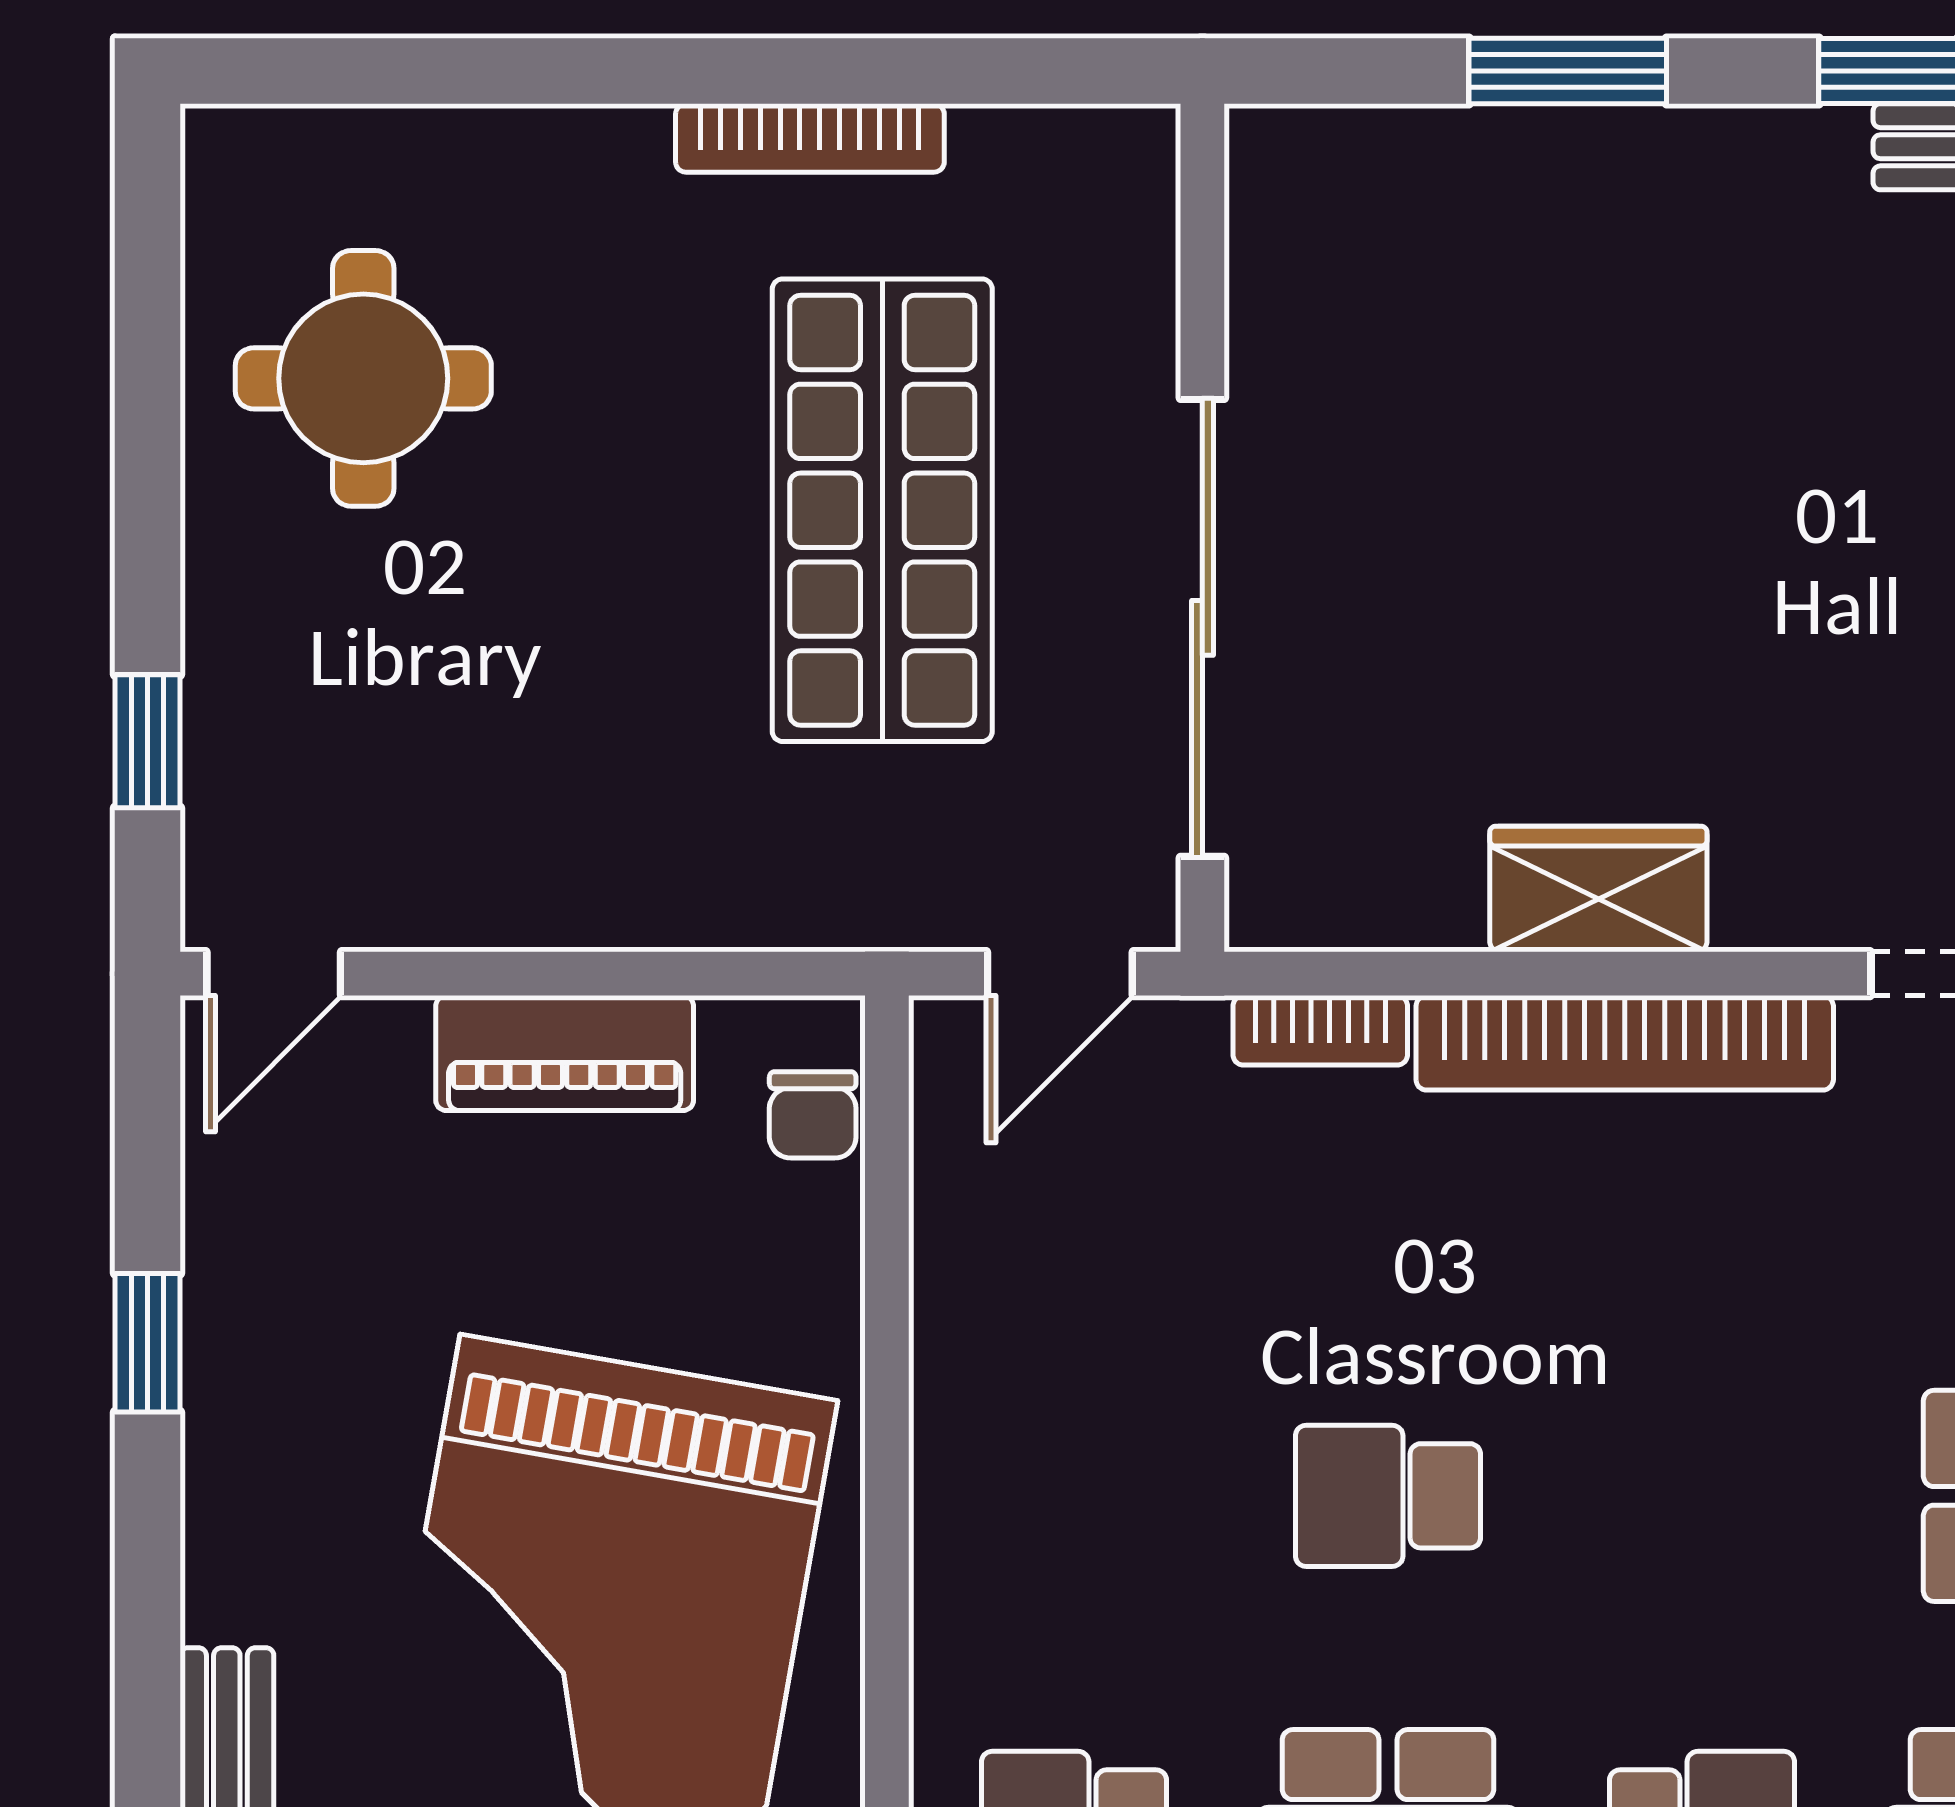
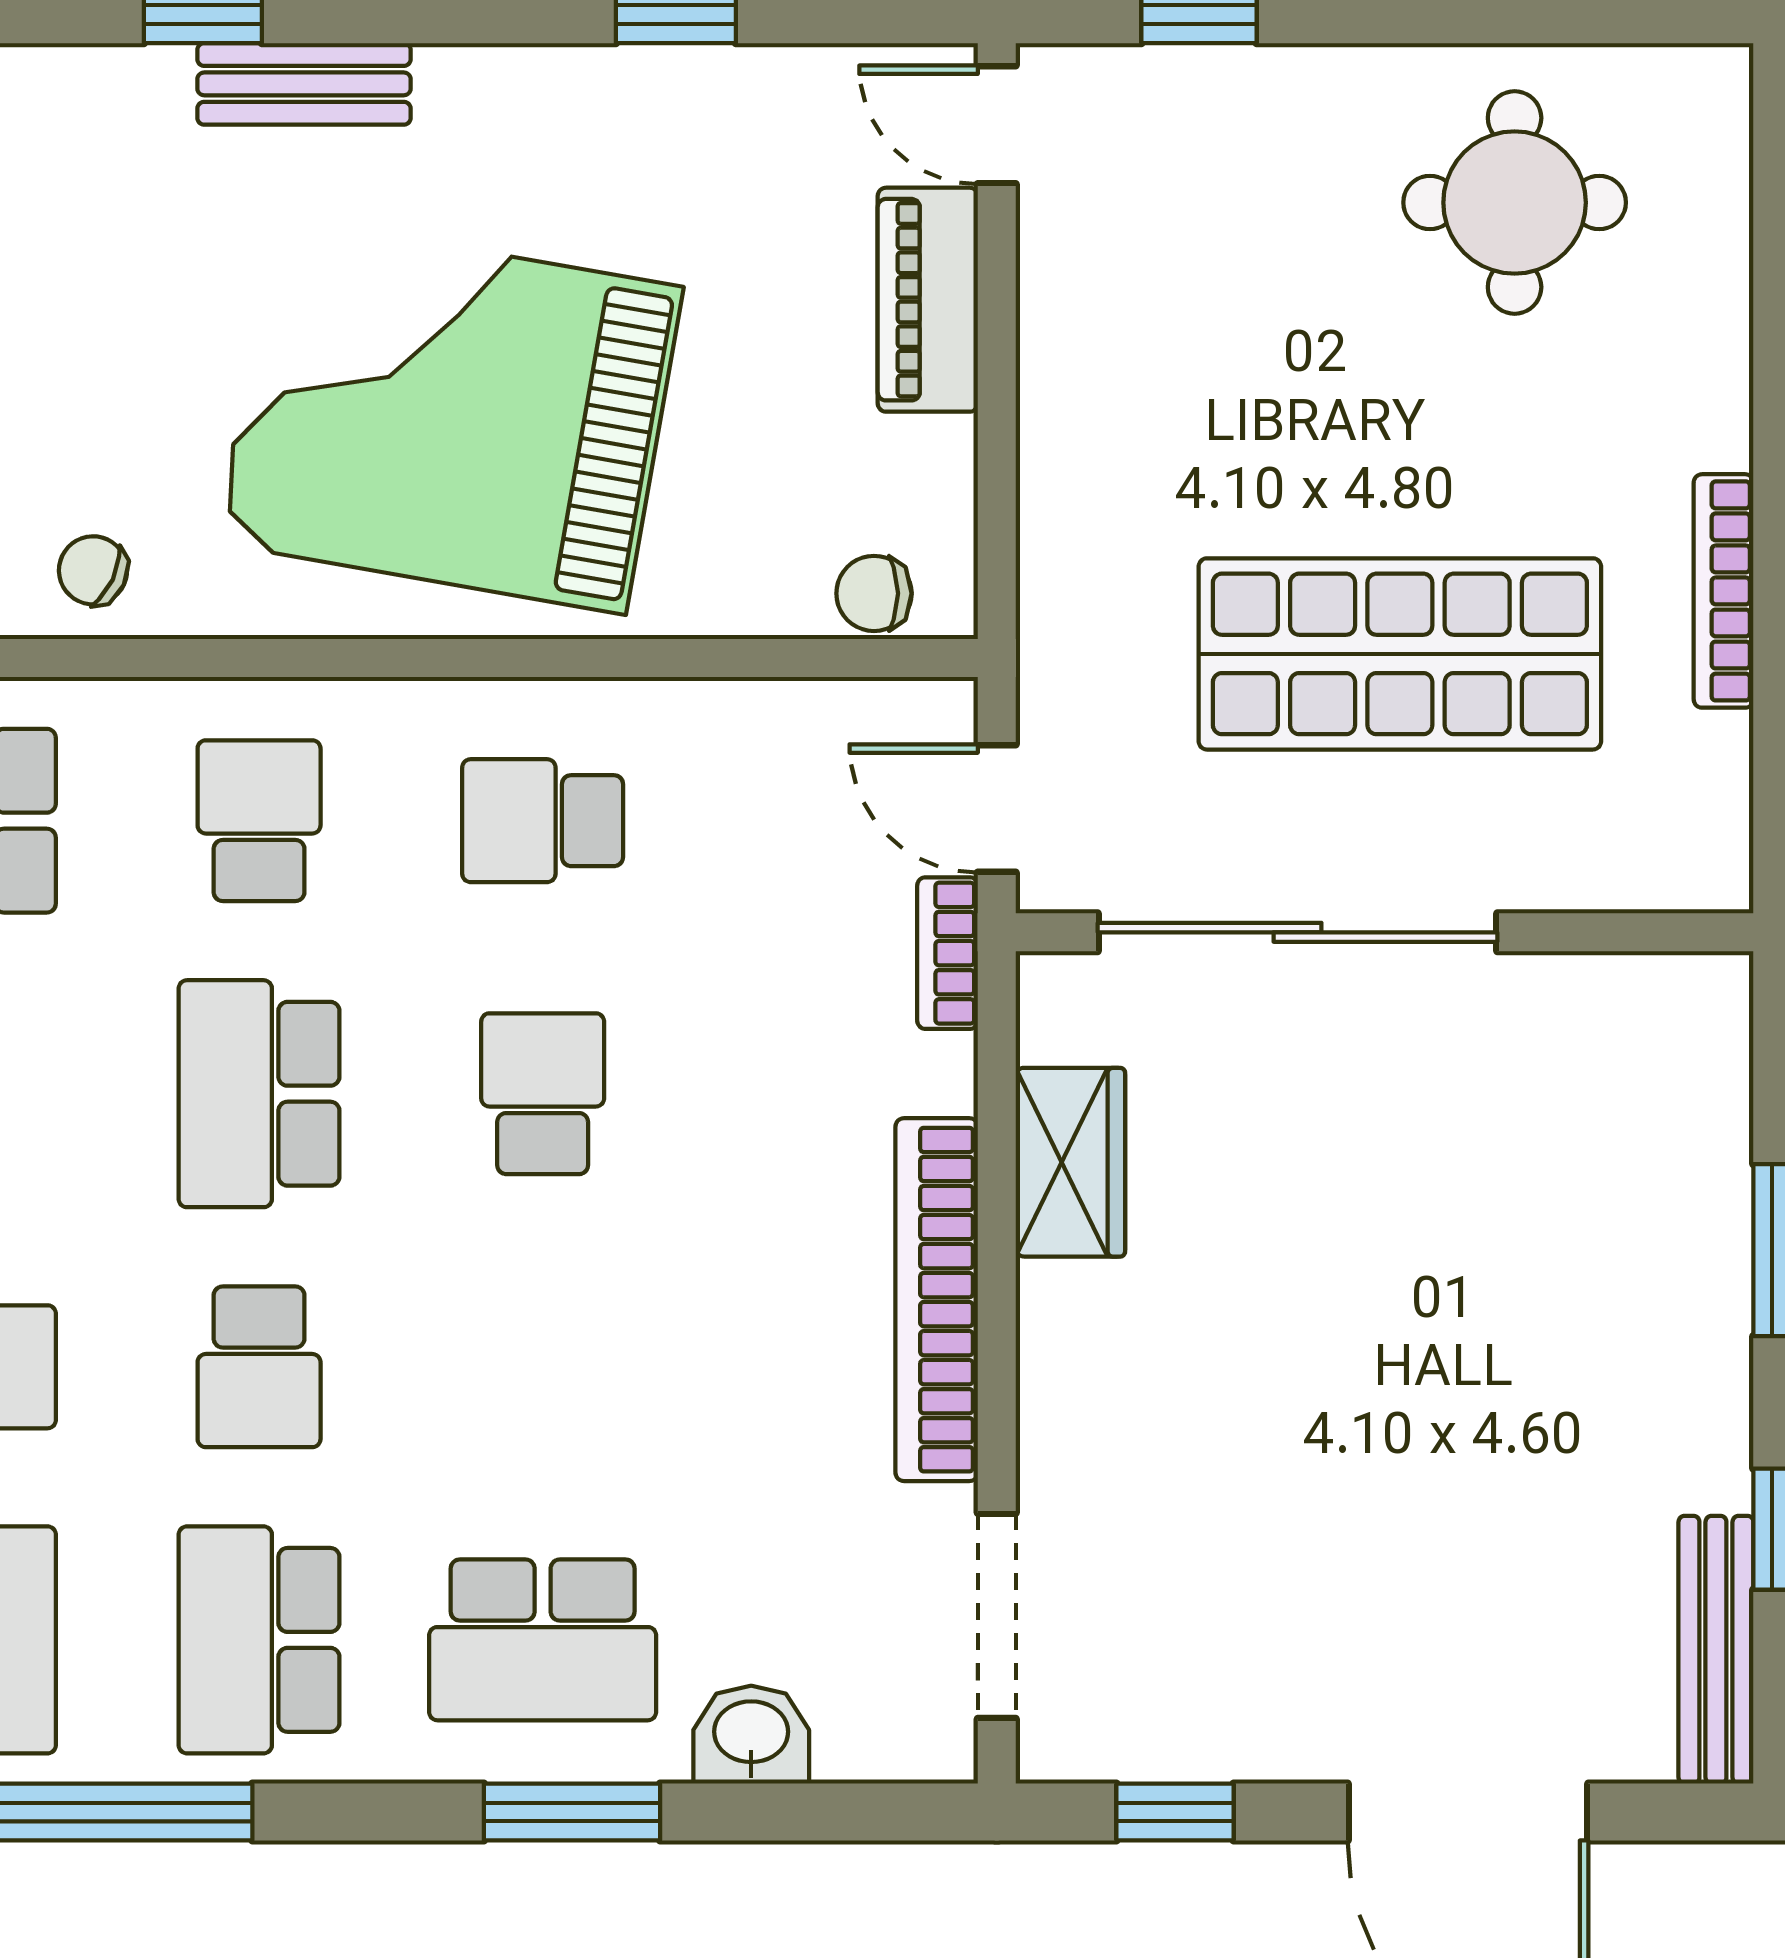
wardrobe: (1598, 889) -> (1070, 1162), moved
bookcase: (1320, 1030) -> (948, 953), moved
piano: (565, 1053) -> (928, 300), moved
school desk: (1074, 1496) -> (543, 821), added

